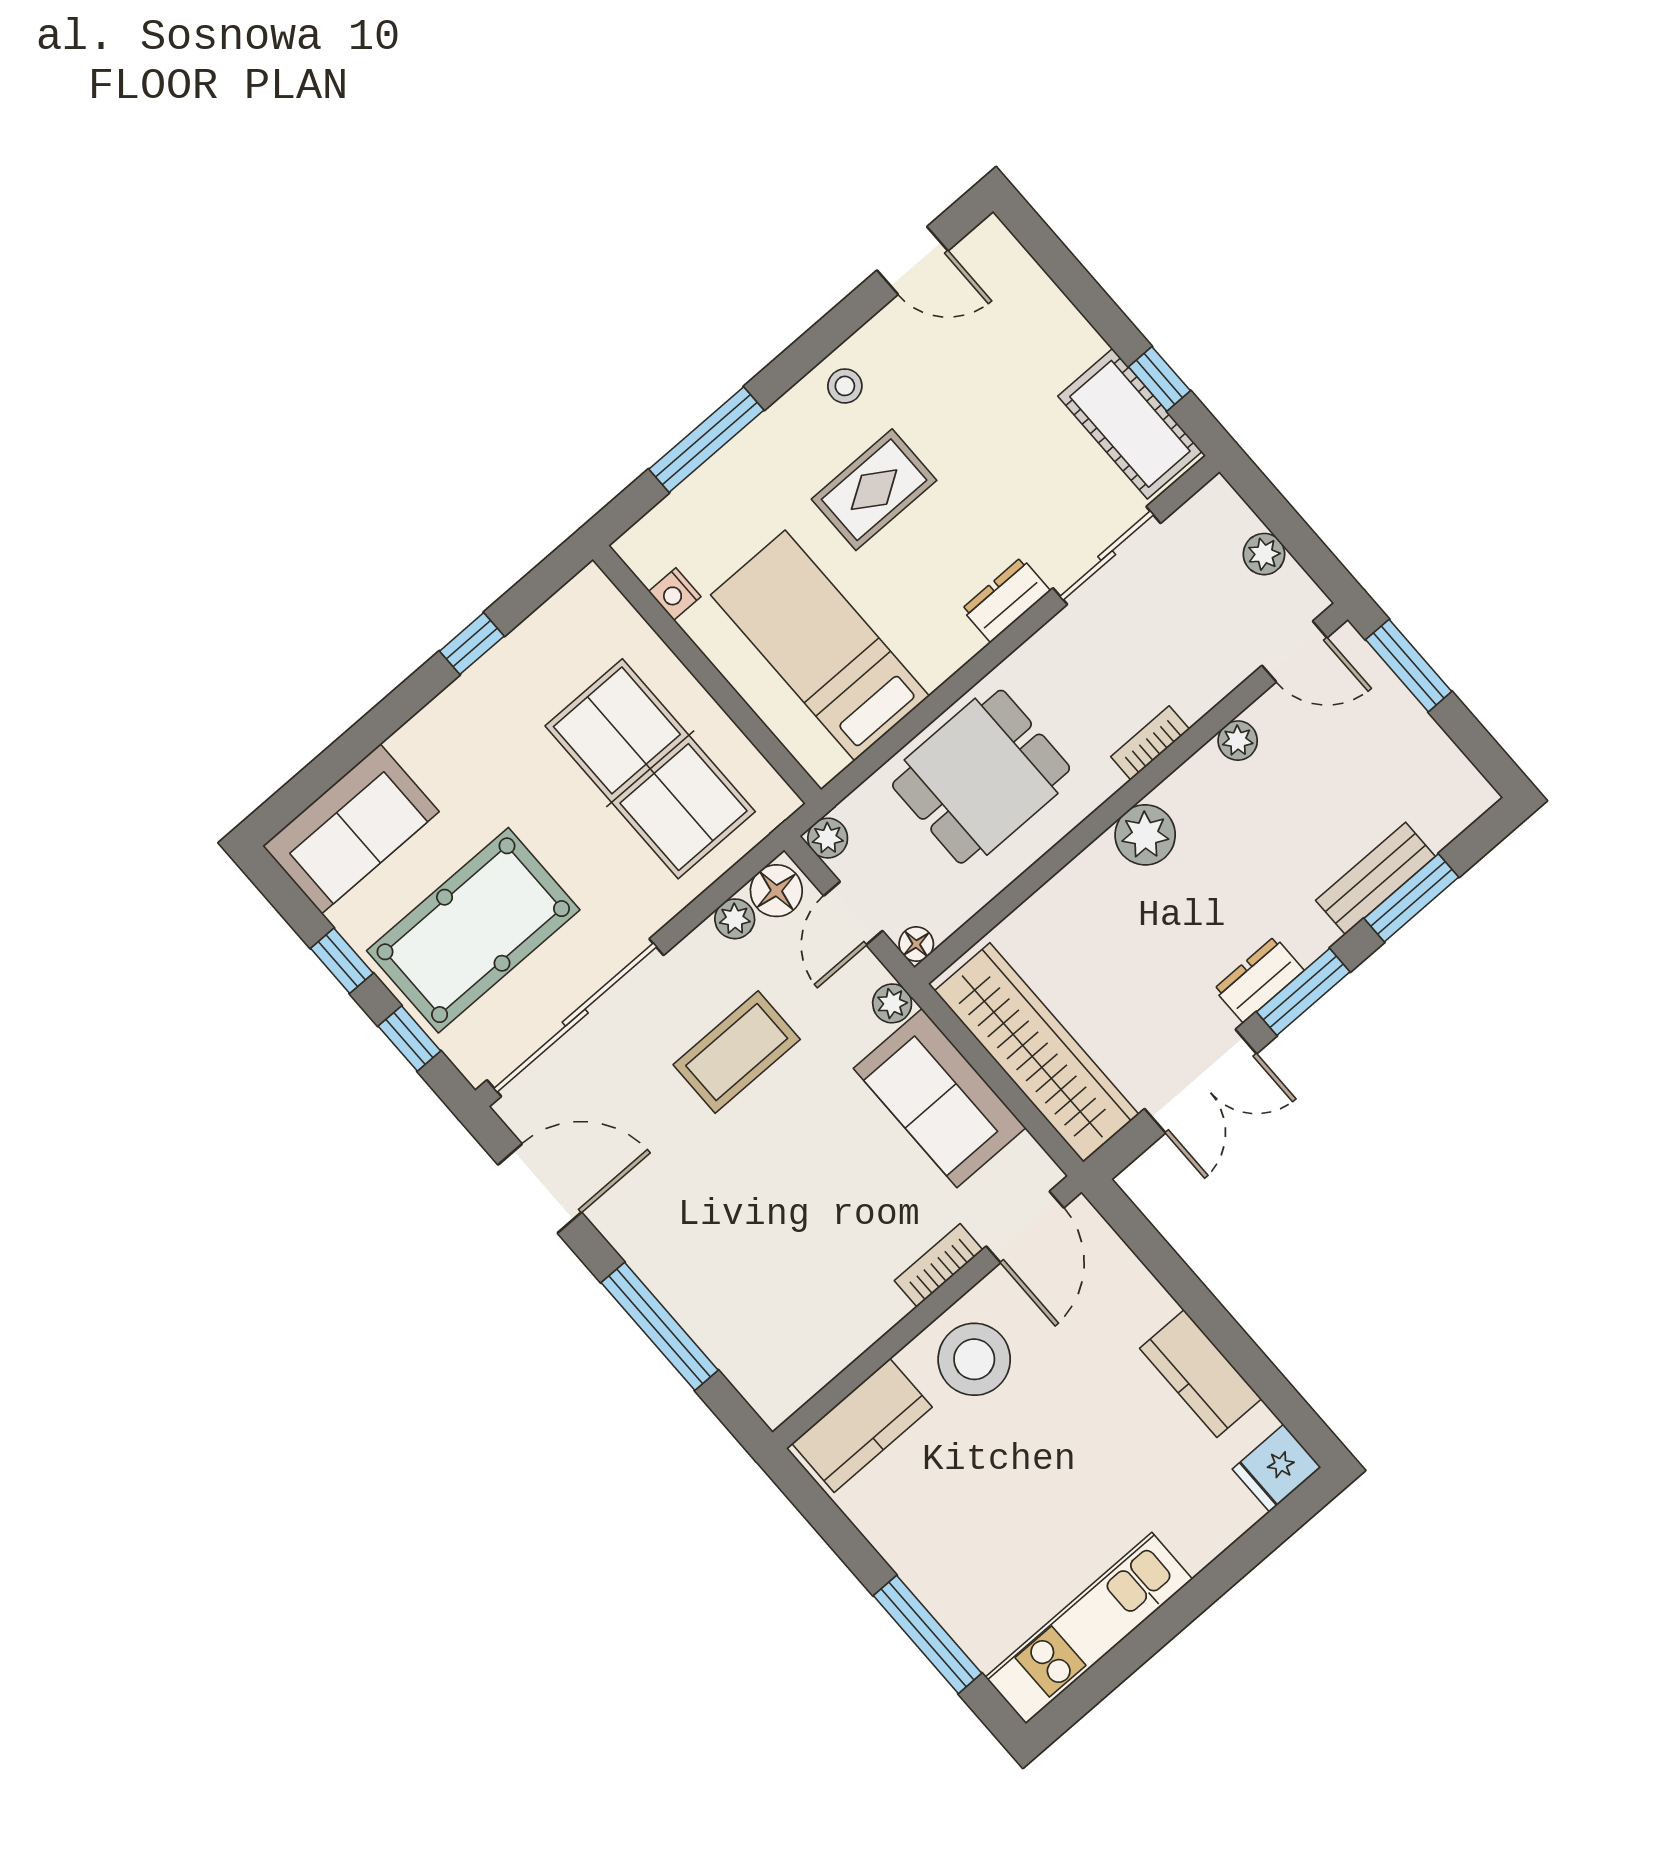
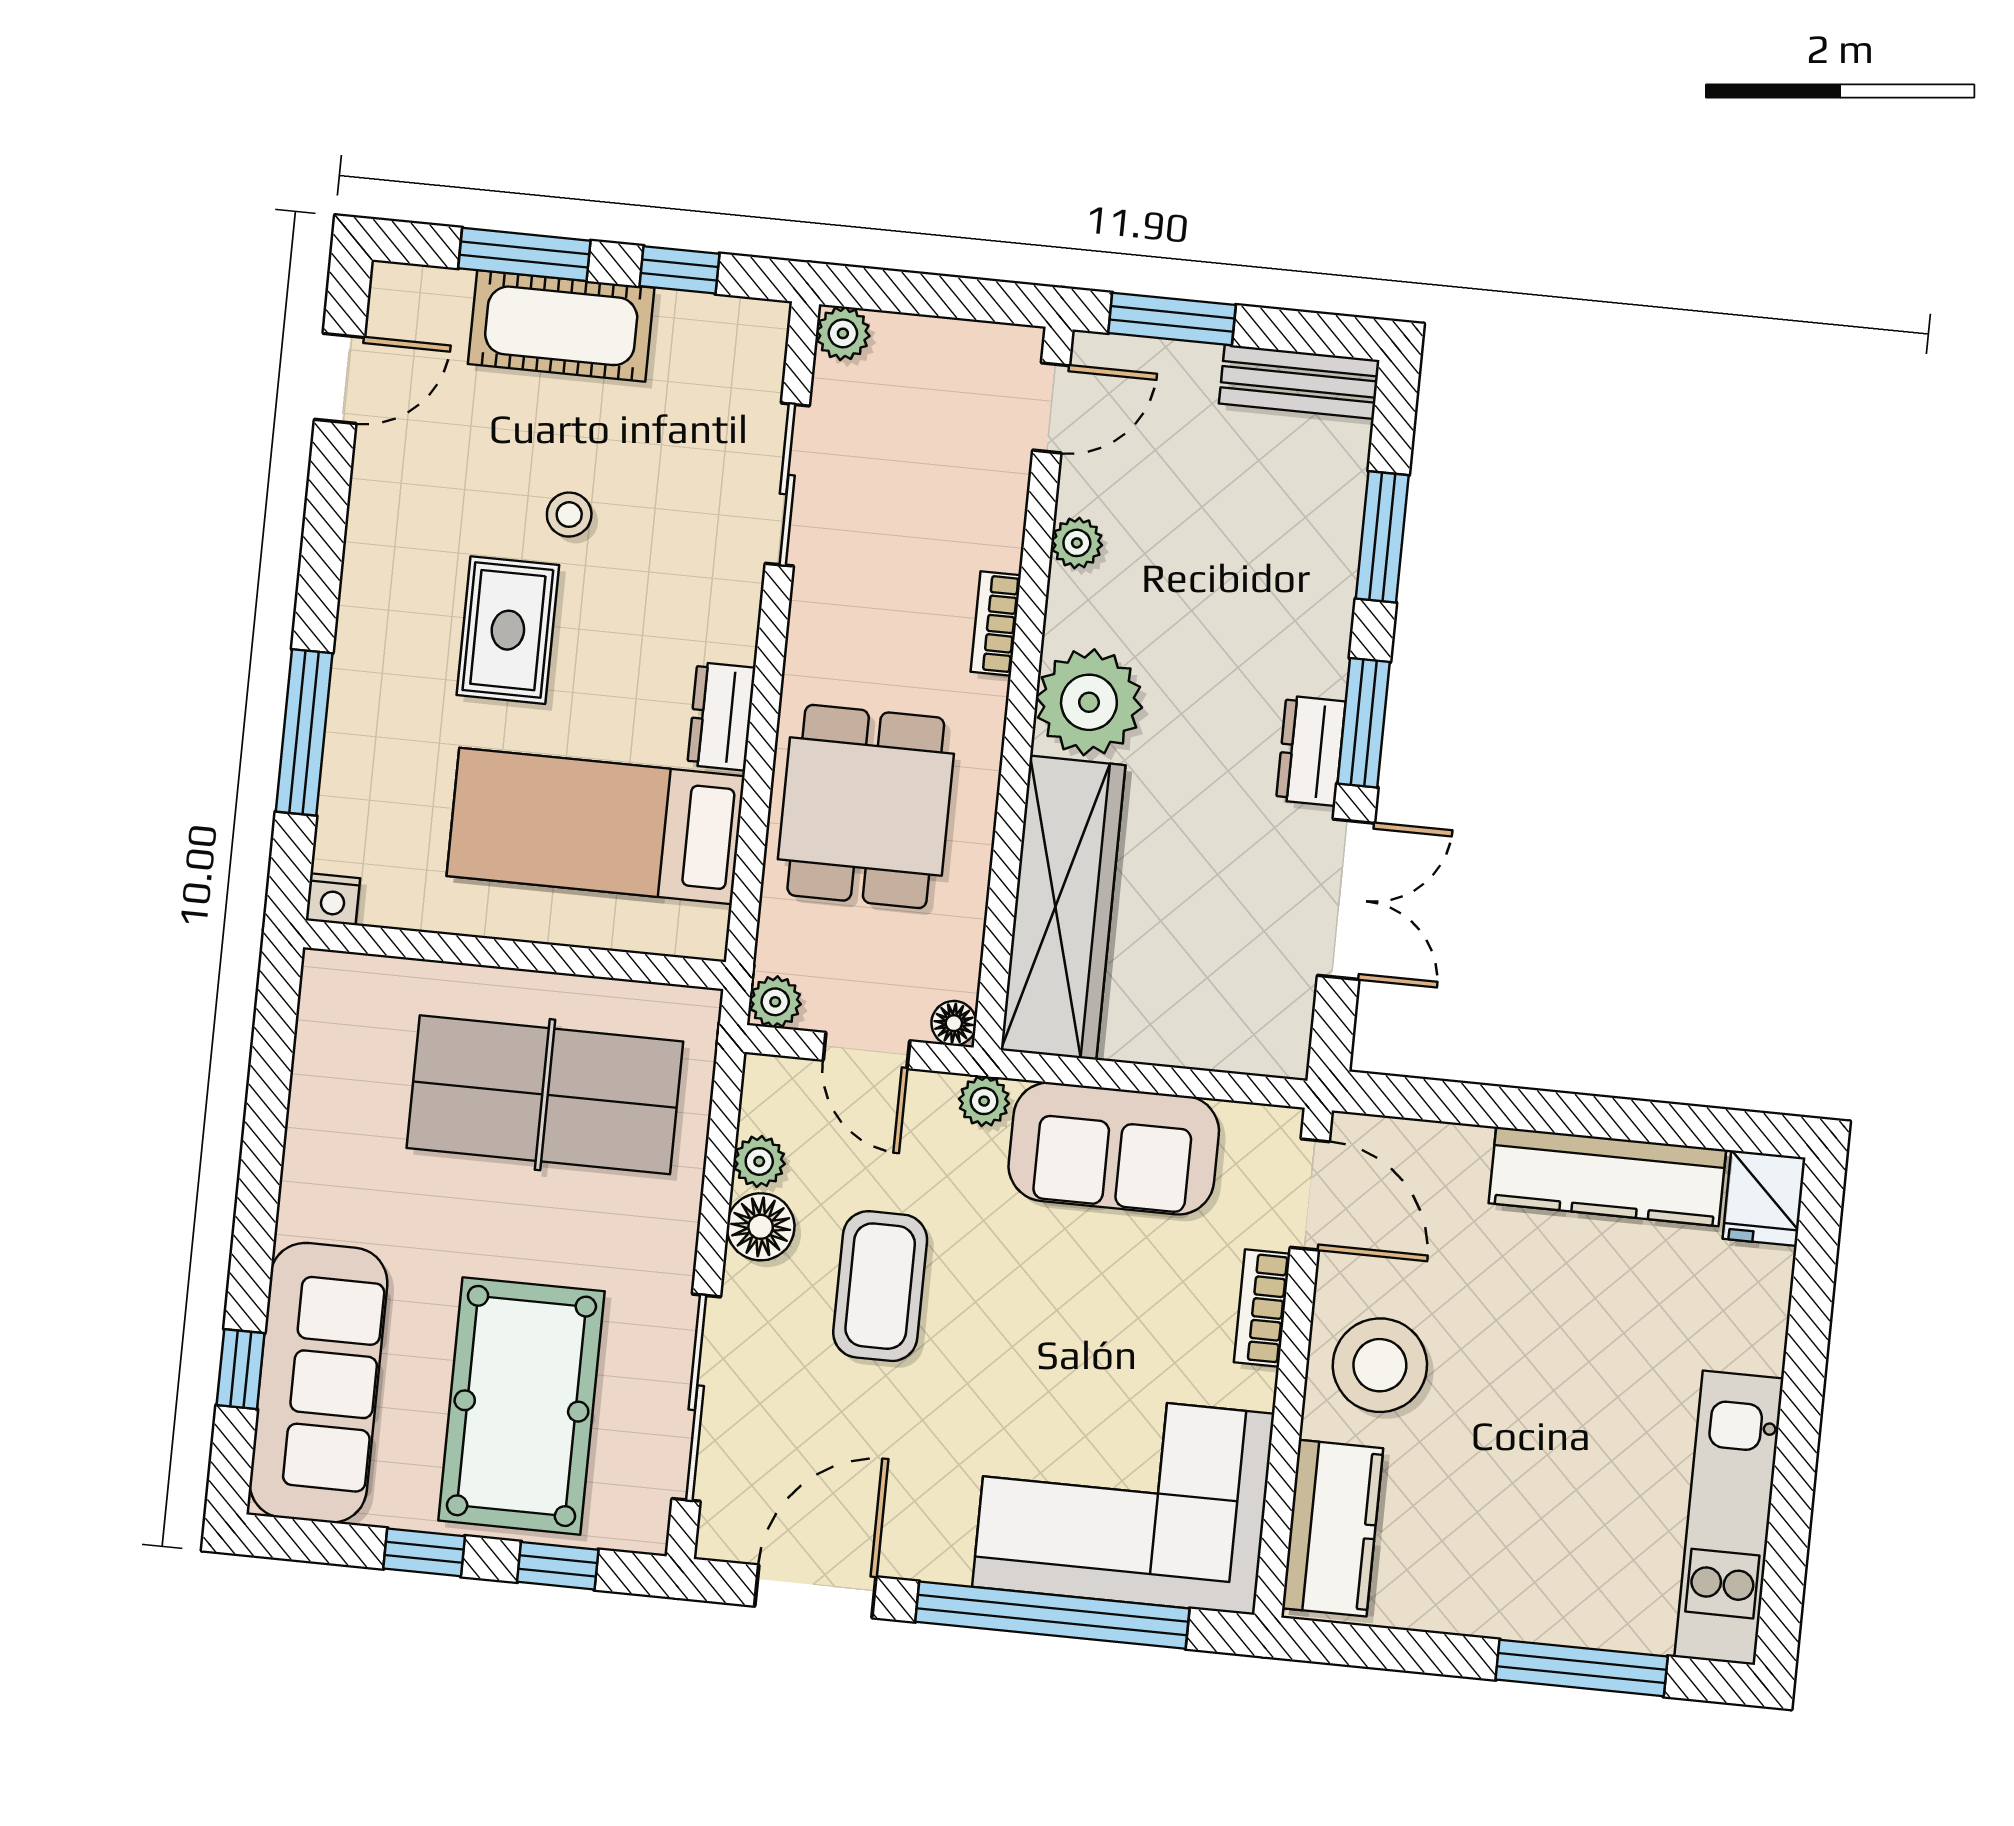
window: (1081, 289) -> (524, 254), added
stool: (845, 386) -> (569, 515), moved
cot: (1130, 424) -> (561, 326), moved
plant: (1264, 554) -> (843, 333), moved
nightstand: (675, 594) -> (333, 899), moved
dresser: (1006, 600) -> (721, 716), moved
window: (472, 644) -> (241, 1369), moved
sofa: (351, 829) -> (318, 1383), width x1.36
plant: (1145, 835) -> (1089, 702), width x1.36, depth x1.36
bench: (1375, 878) -> (1299, 382), moved, turned 90
floor lamp: (776, 891) -> (761, 1227), moved
sliding door: (575, 1018) -> (696, 1398), width x0.73
wardrobe: (1037, 1053) -> (1063, 908), moved, turned 90
corner sofa: (760, 1300) -> (1123, 1500), added
window: (660, 1326) -> (1052, 1615), width x1.46
kitchen counter: (1201, 1374) -> (1607, 1177), width x1.50

